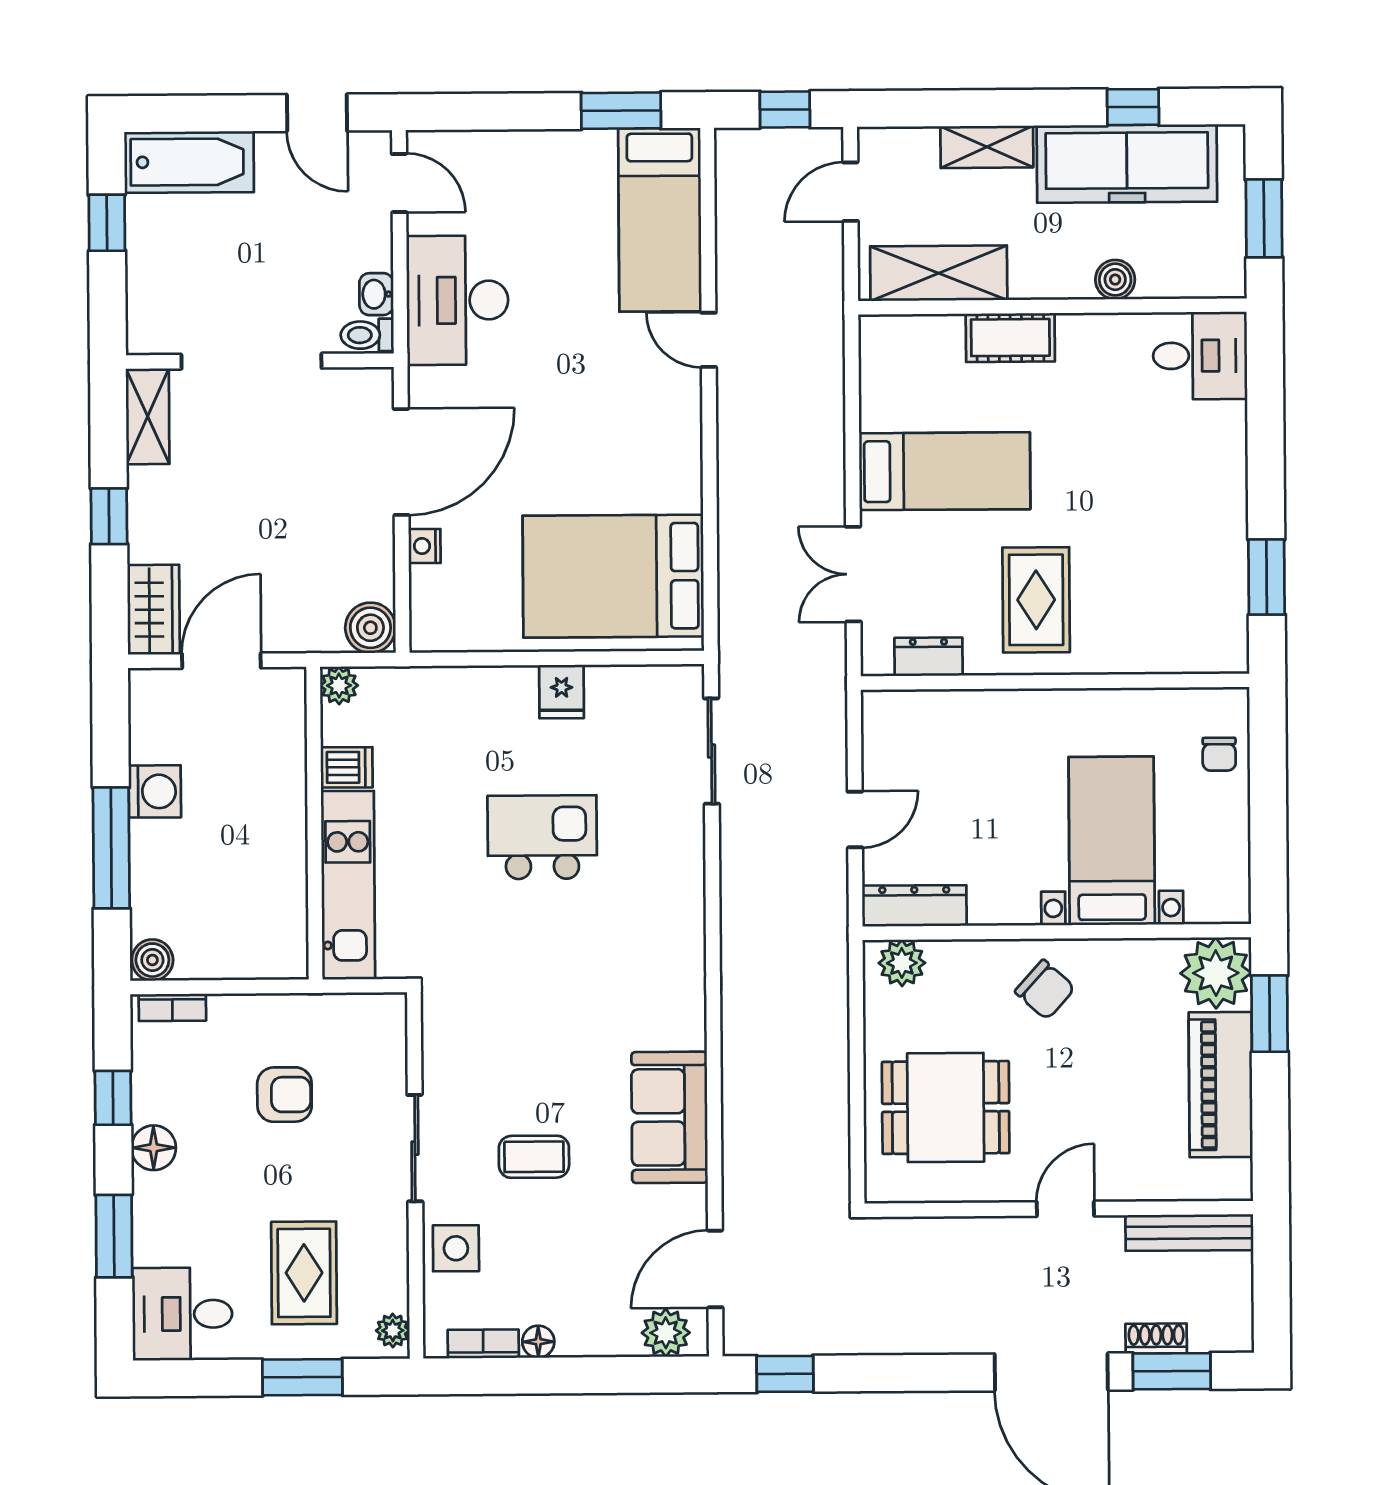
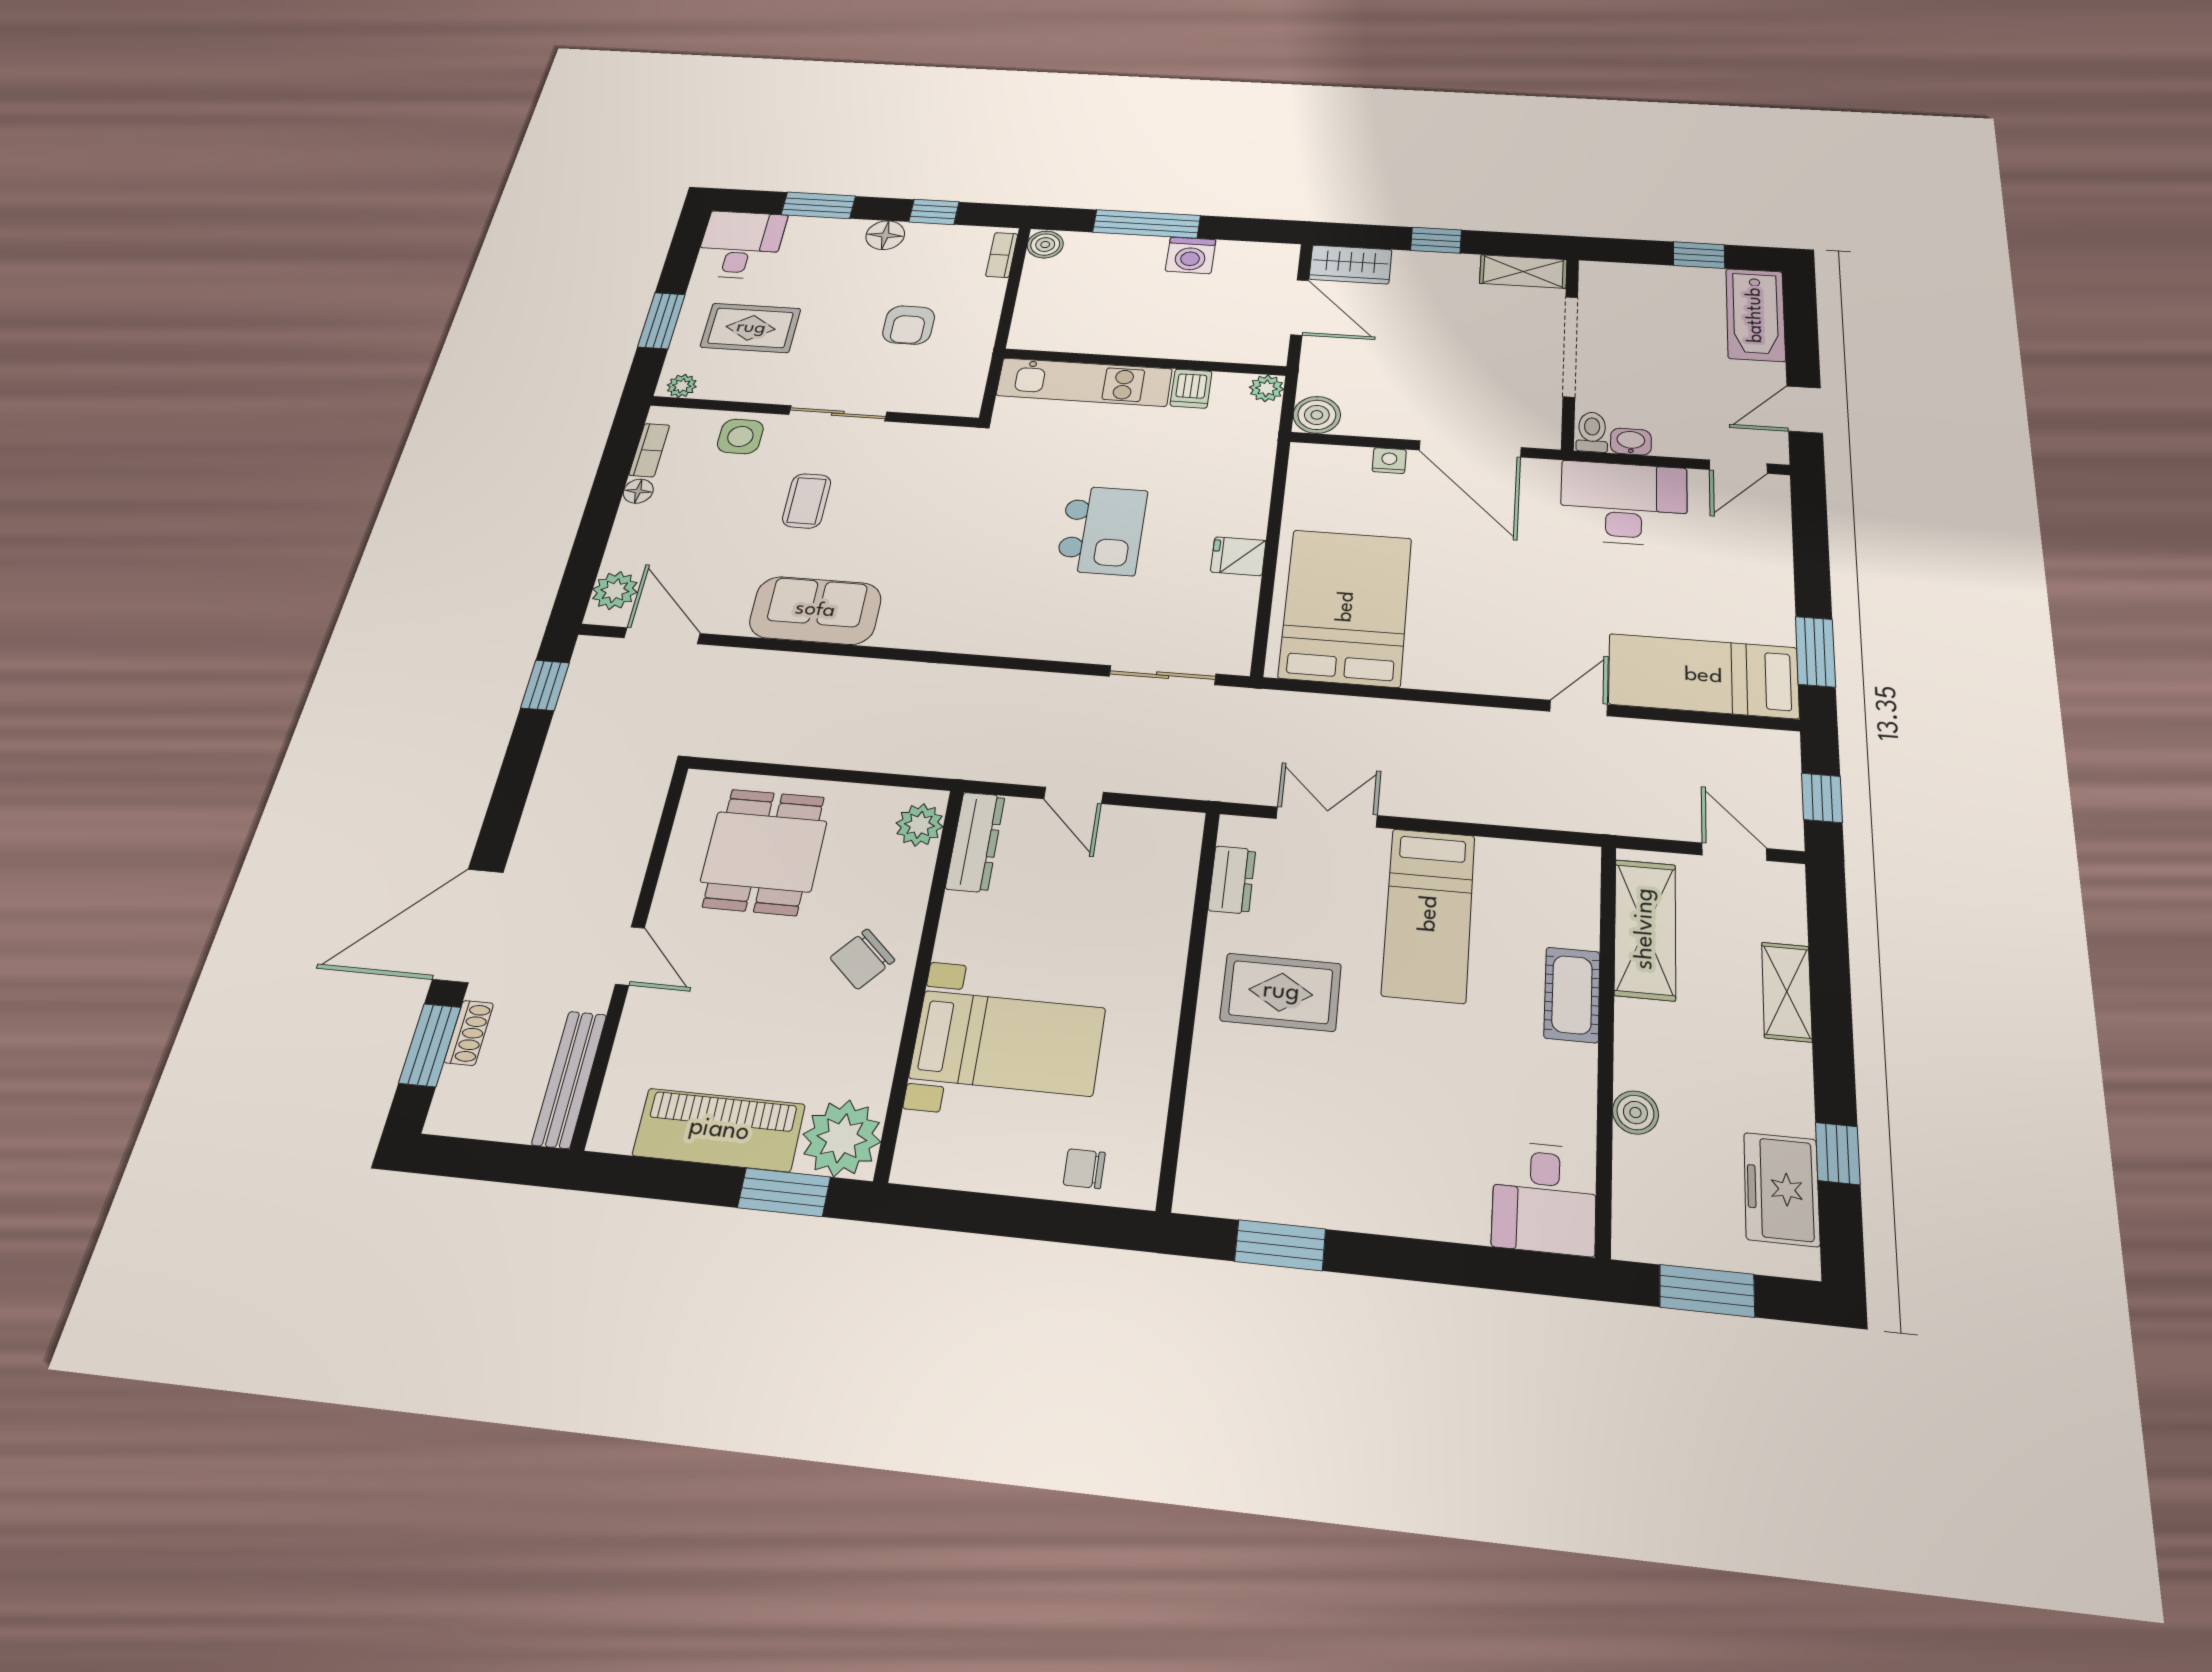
freezer: (1127, 164) -> (1782, 1189), width x0.52, depth x0.79

